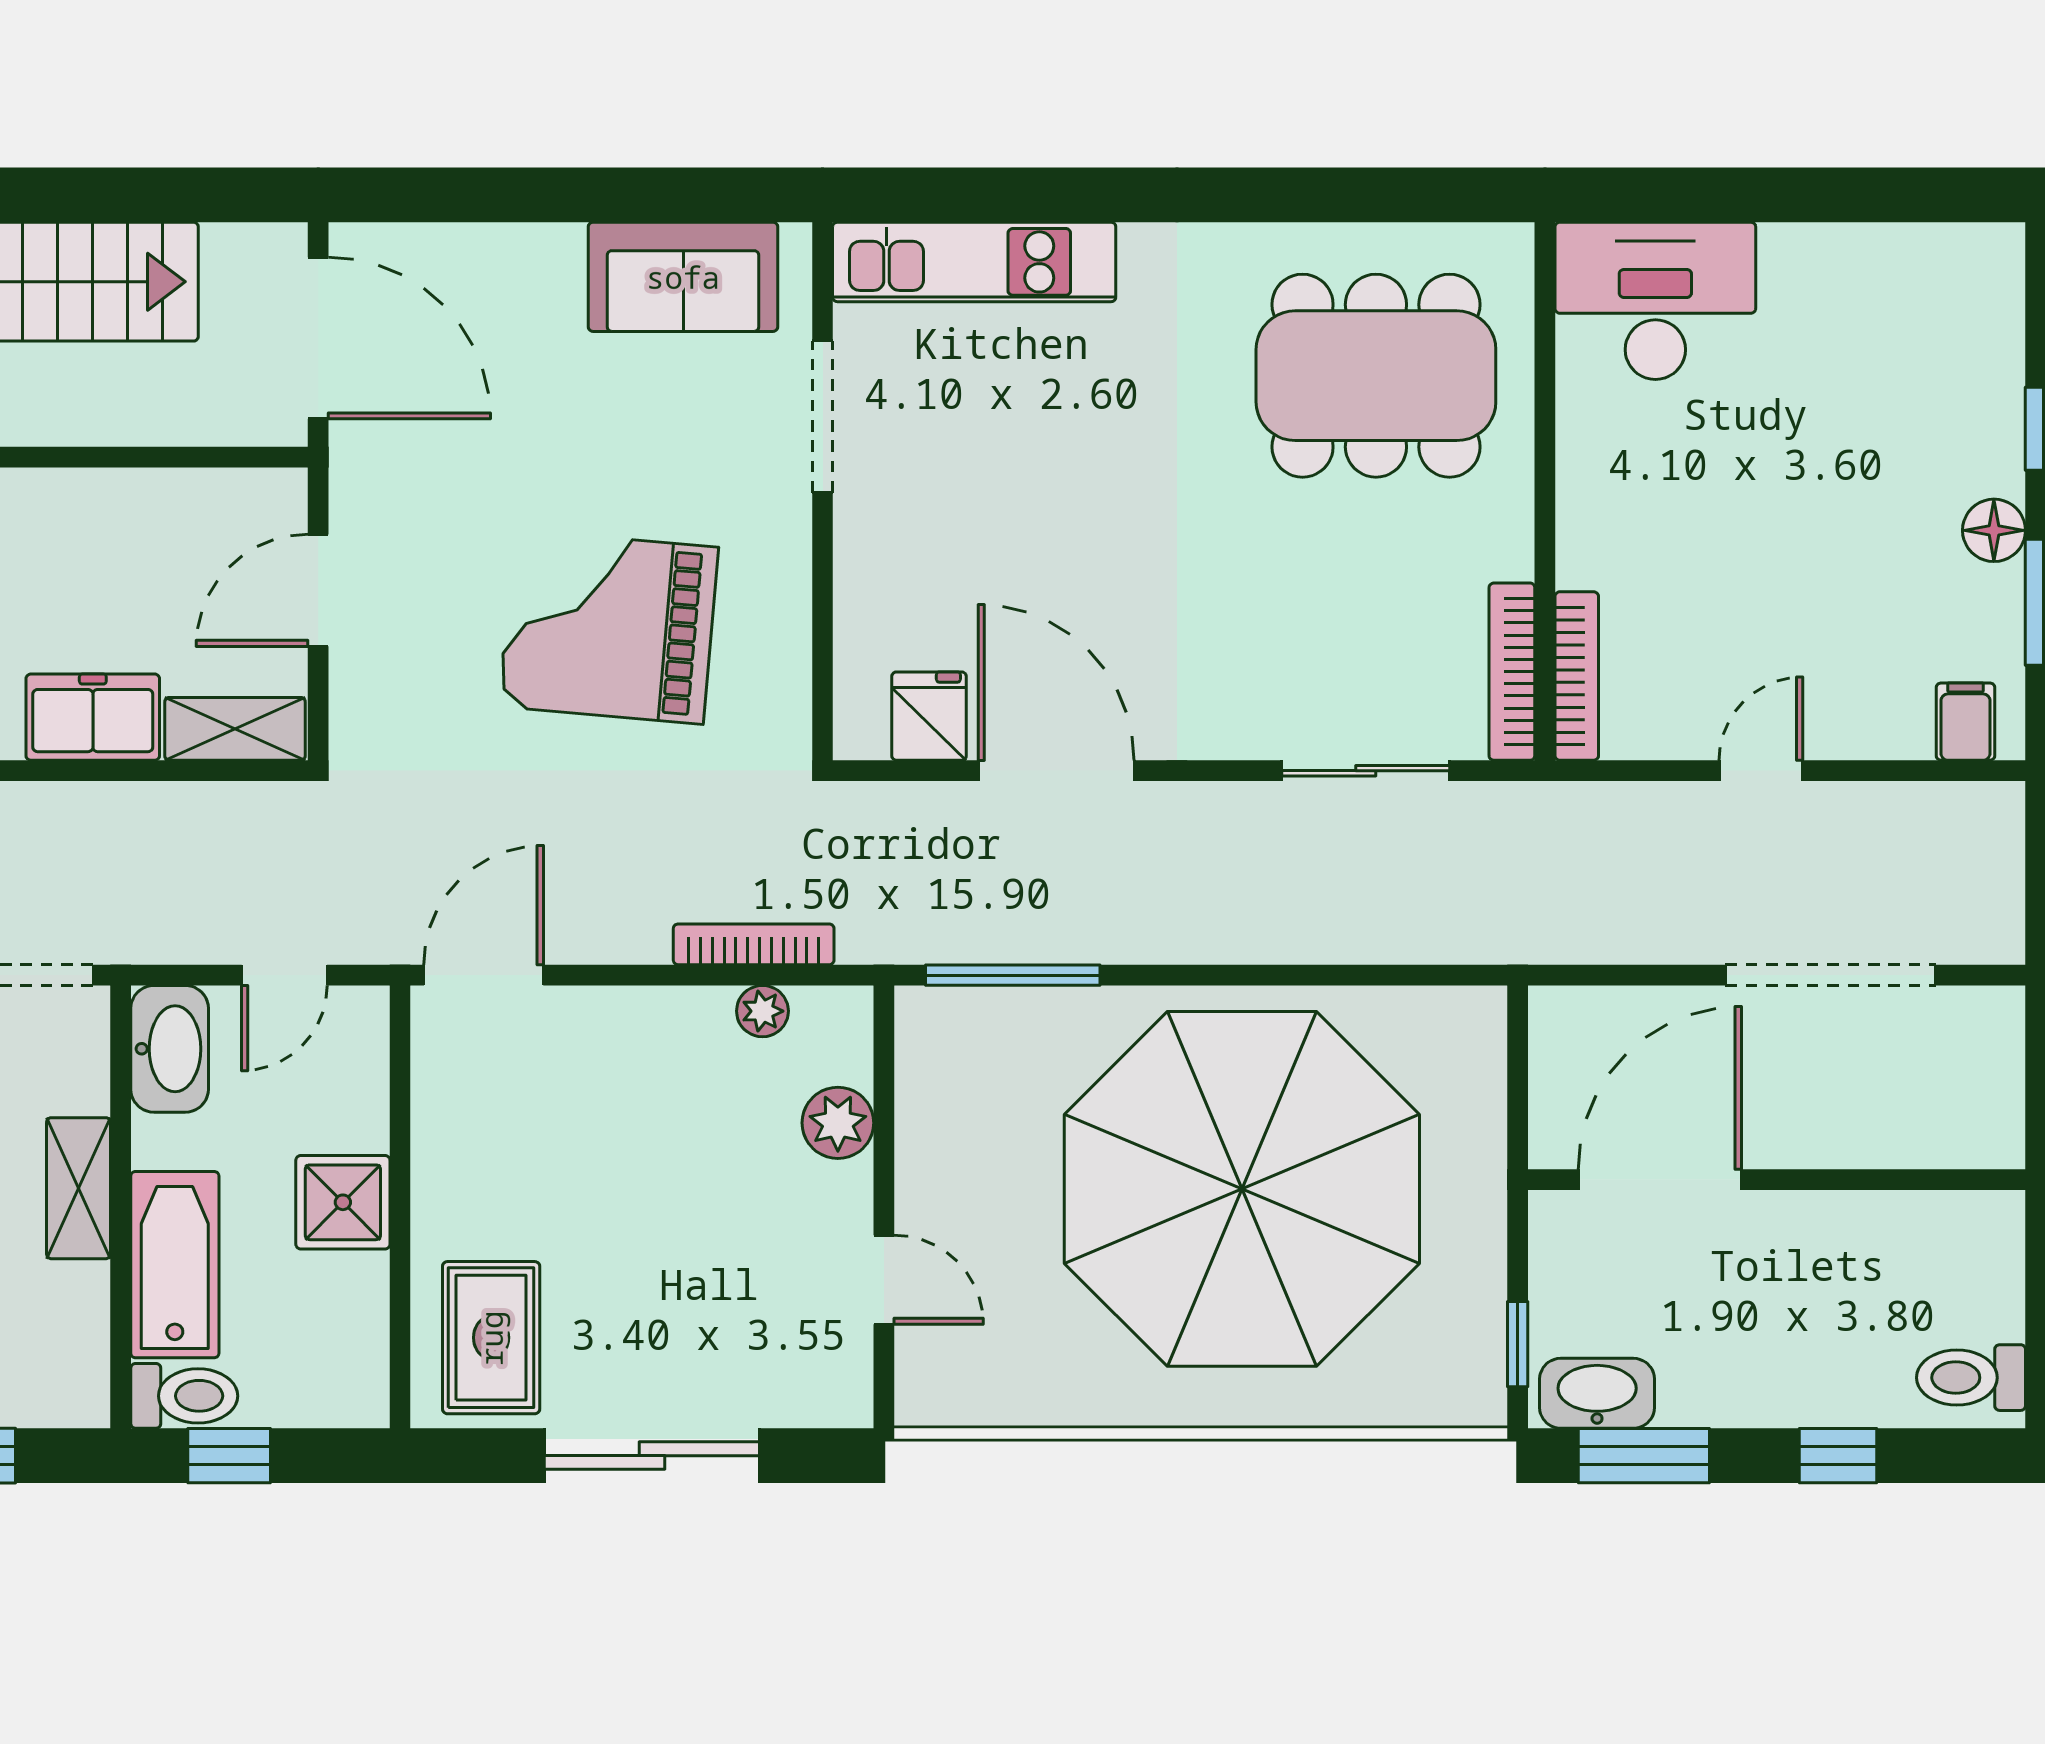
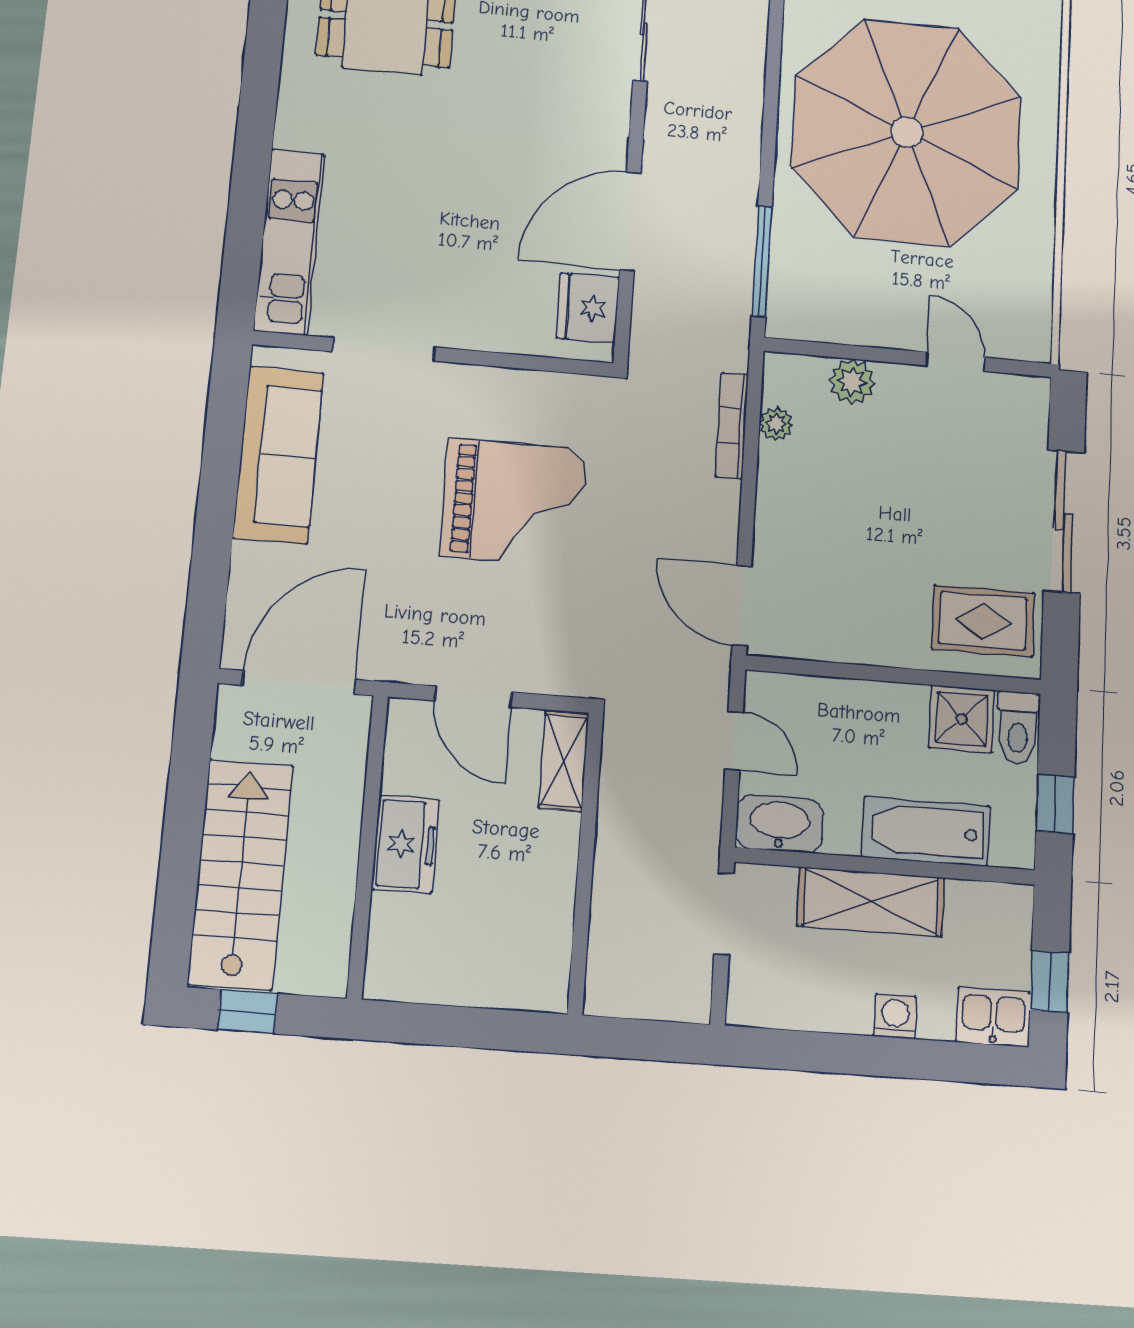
sofa: (683, 277) -> (278, 455), width x1.36
grand piano: (609, 627) -> (513, 502), turned -95
fridge: (929, 716) -> (588, 308), width x1.38
freezer: (93, 717) -> (405, 844), moved, turned 180
shelving: (79, 1188) -> (871, 902), width x1.50, depth x1.33
shower: (343, 1202) -> (962, 719), moved
door: (884, 1280) -> (955, 362), hinge flipped
toilet: (184, 1396) -> (1018, 728), moved, turned 180

